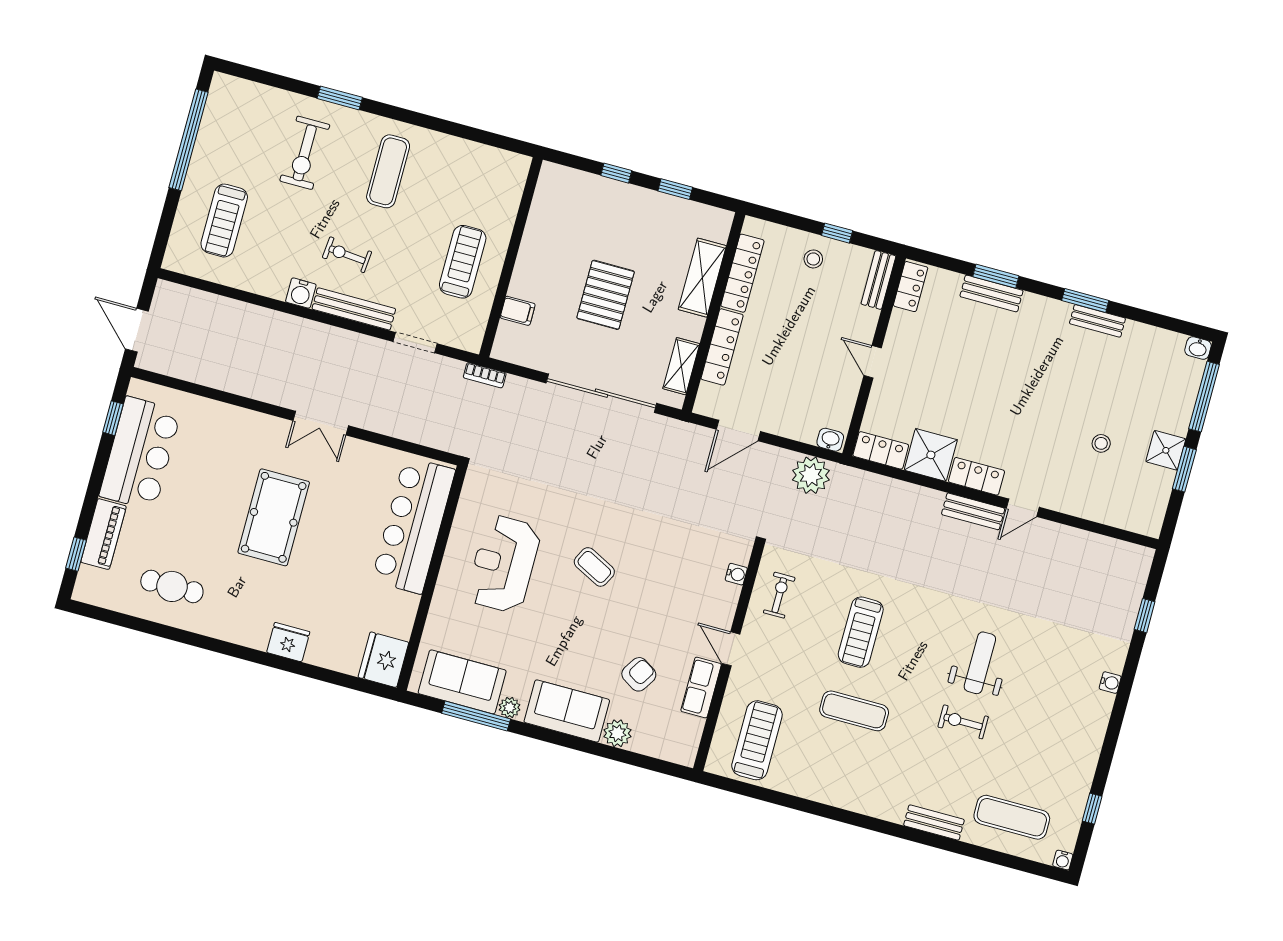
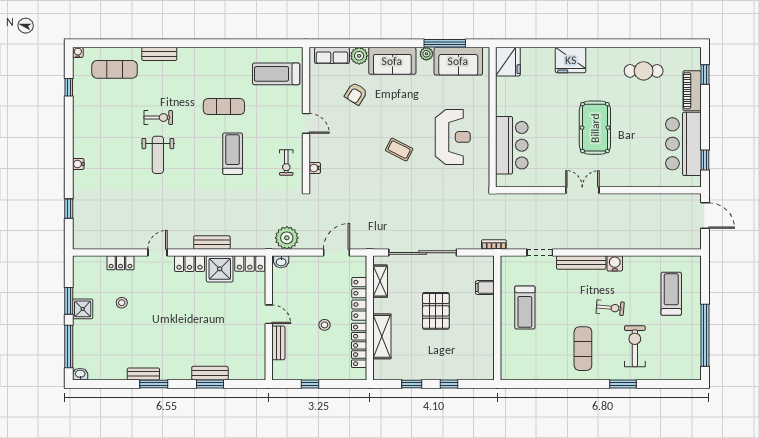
exercise bike: (347, 255) -> (610, 308), moved
stool: (813, 259) -> (325, 325), moved
bench: (878, 280) -> (278, 343), moved
locker: (911, 287) -> (121, 263), moved, turned -90
bench: (973, 511) -> (212, 242), moved
bar counter: (413, 525) -> (512, 145), width x0.73
fridge: (288, 642) -> (571, 60), width x1.36, depth x1.34
row of seats: (701, 687) -> (332, 55), moved, turned 90
treadmill: (757, 740) -> (276, 74), turned 90

